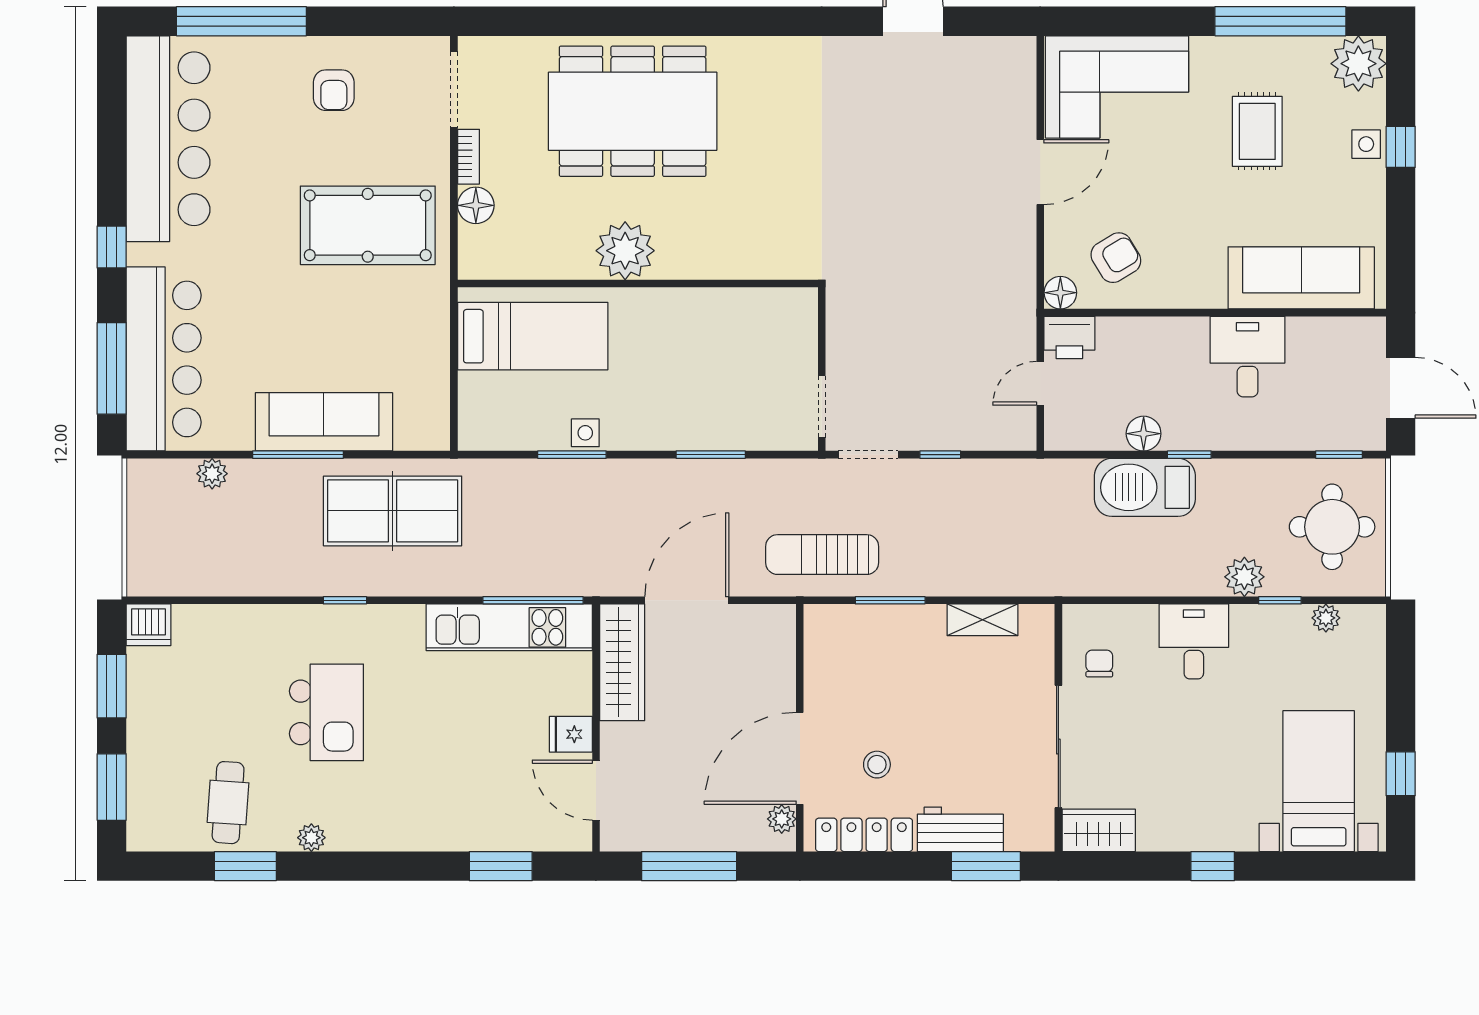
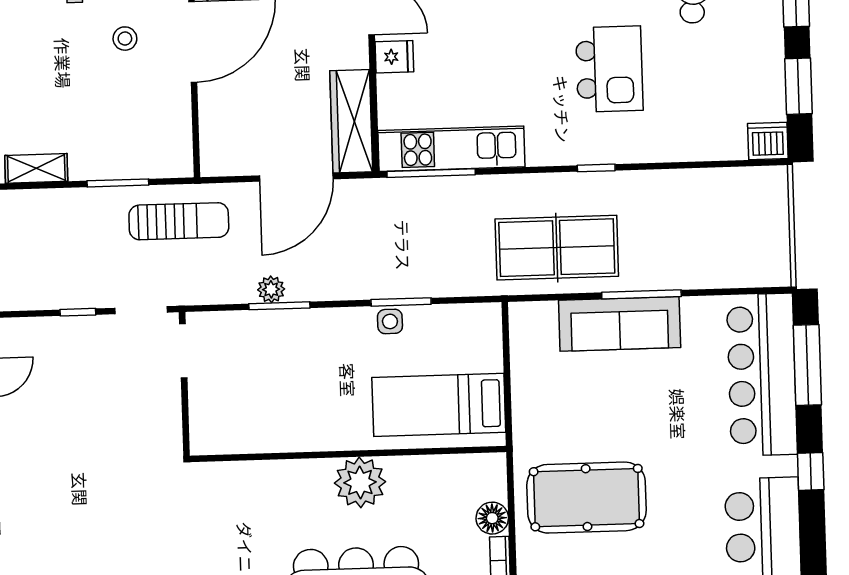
plant: (212, 474) -> (271, 289), moved
kitchen island: (326, 712) -> (609, 69), turned 180

